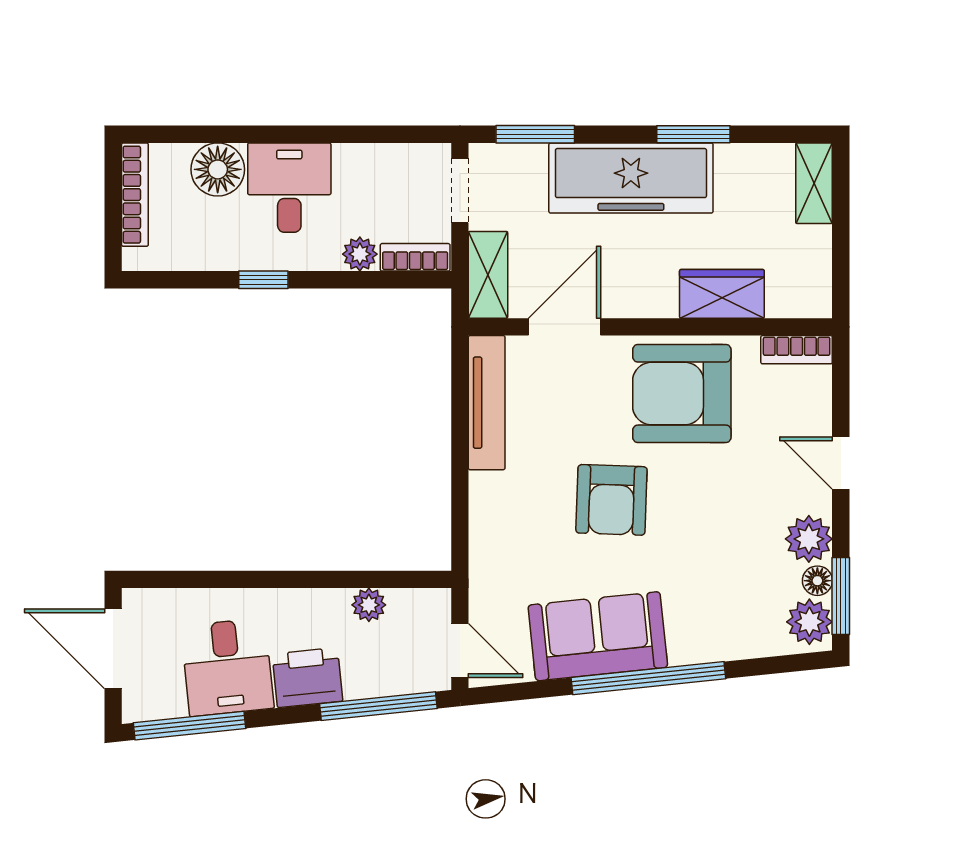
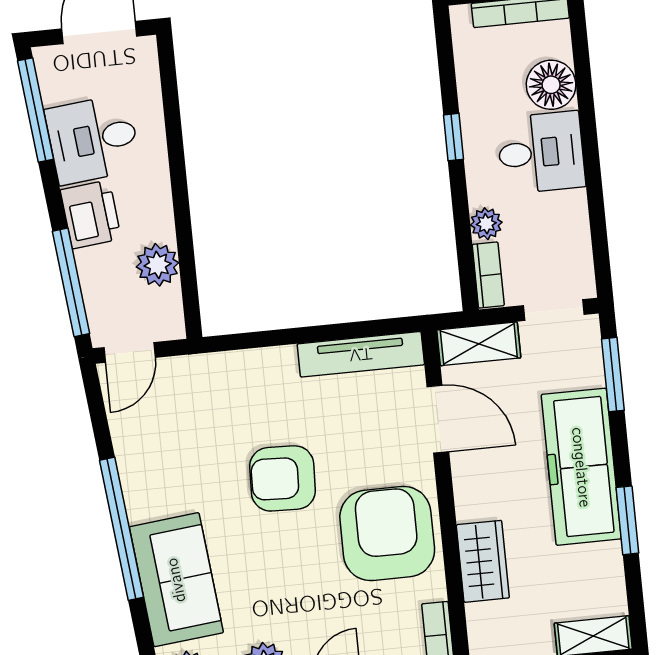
plant: (369, 605) -> (158, 265), width x1.38, depth x1.38
sofa: (598, 636) -> (176, 580), moved

